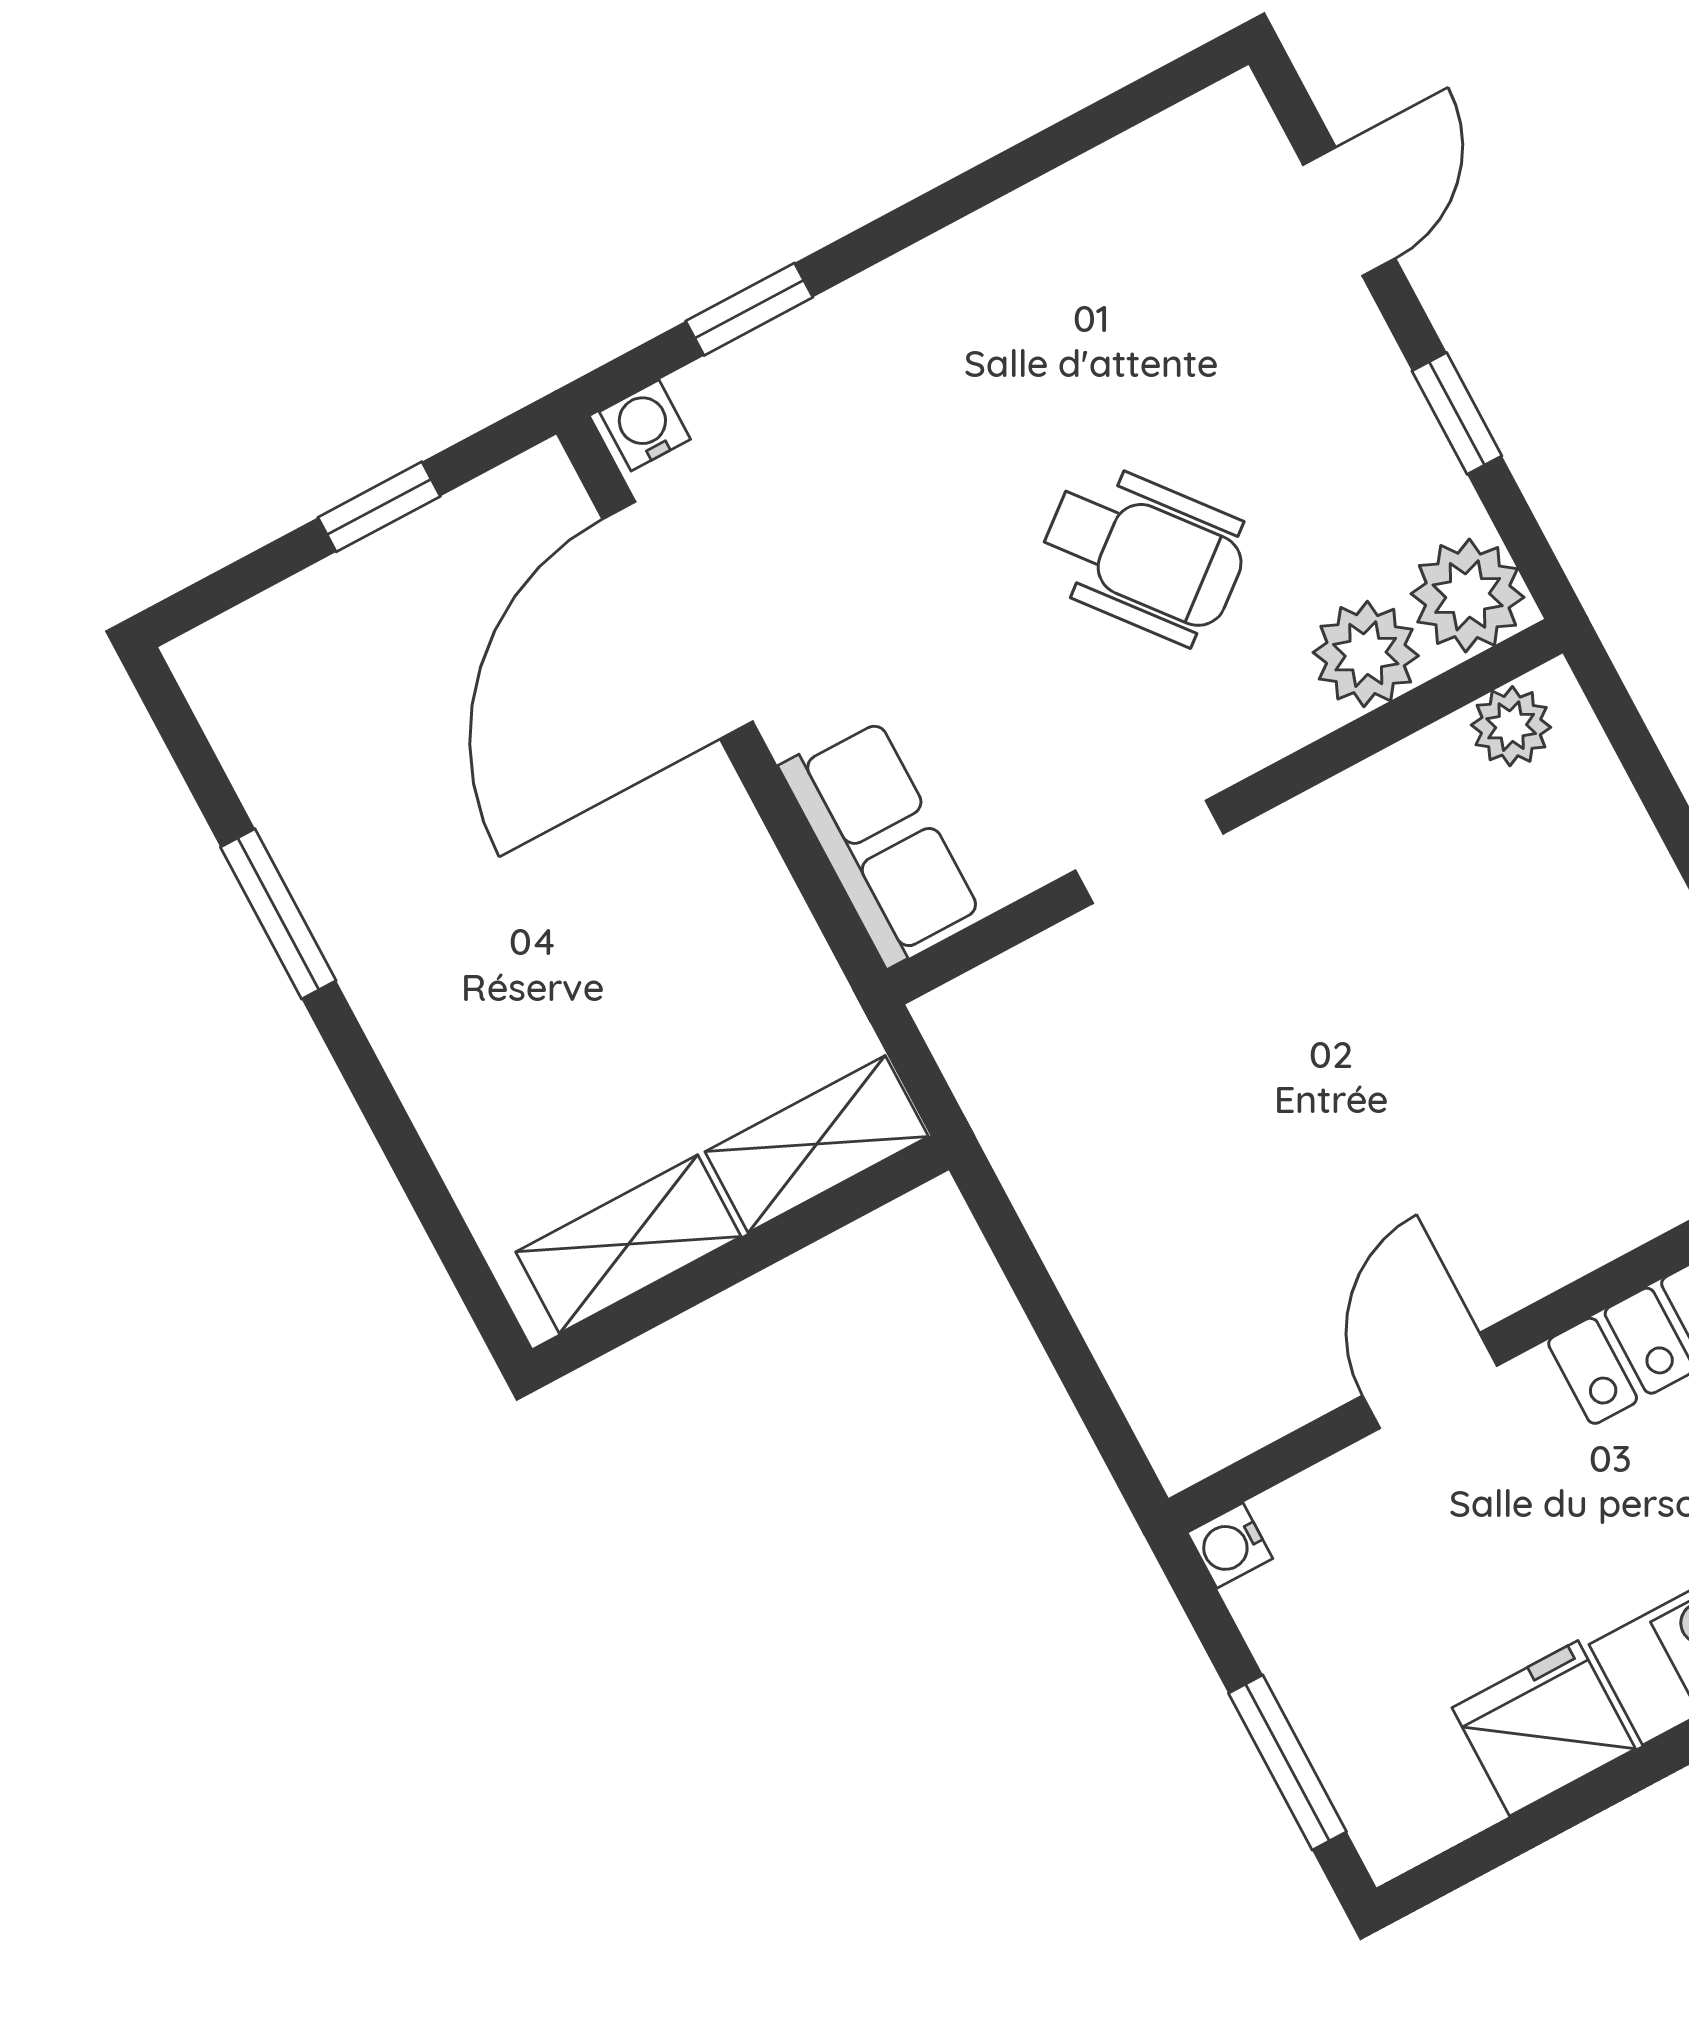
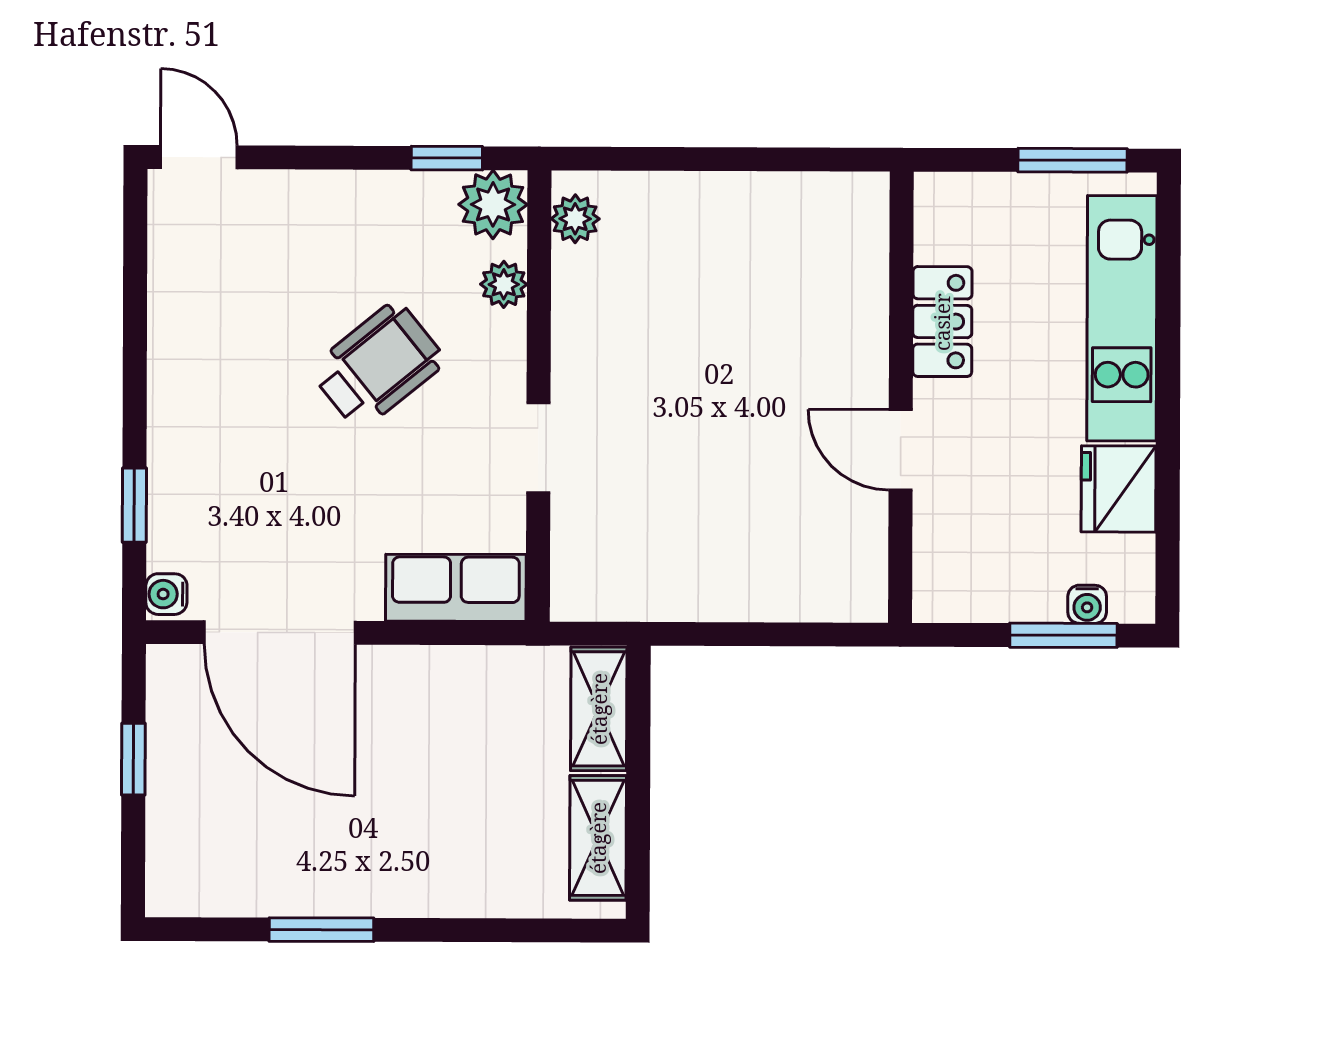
door: (1349, 211) -> (199, 157), moved
window: (1457, 413) -> (447, 158), moved
plant: (1366, 654) -> (504, 284), width x0.73, depth x0.73
water cooler: (1230, 1546) -> (1087, 604), moved

